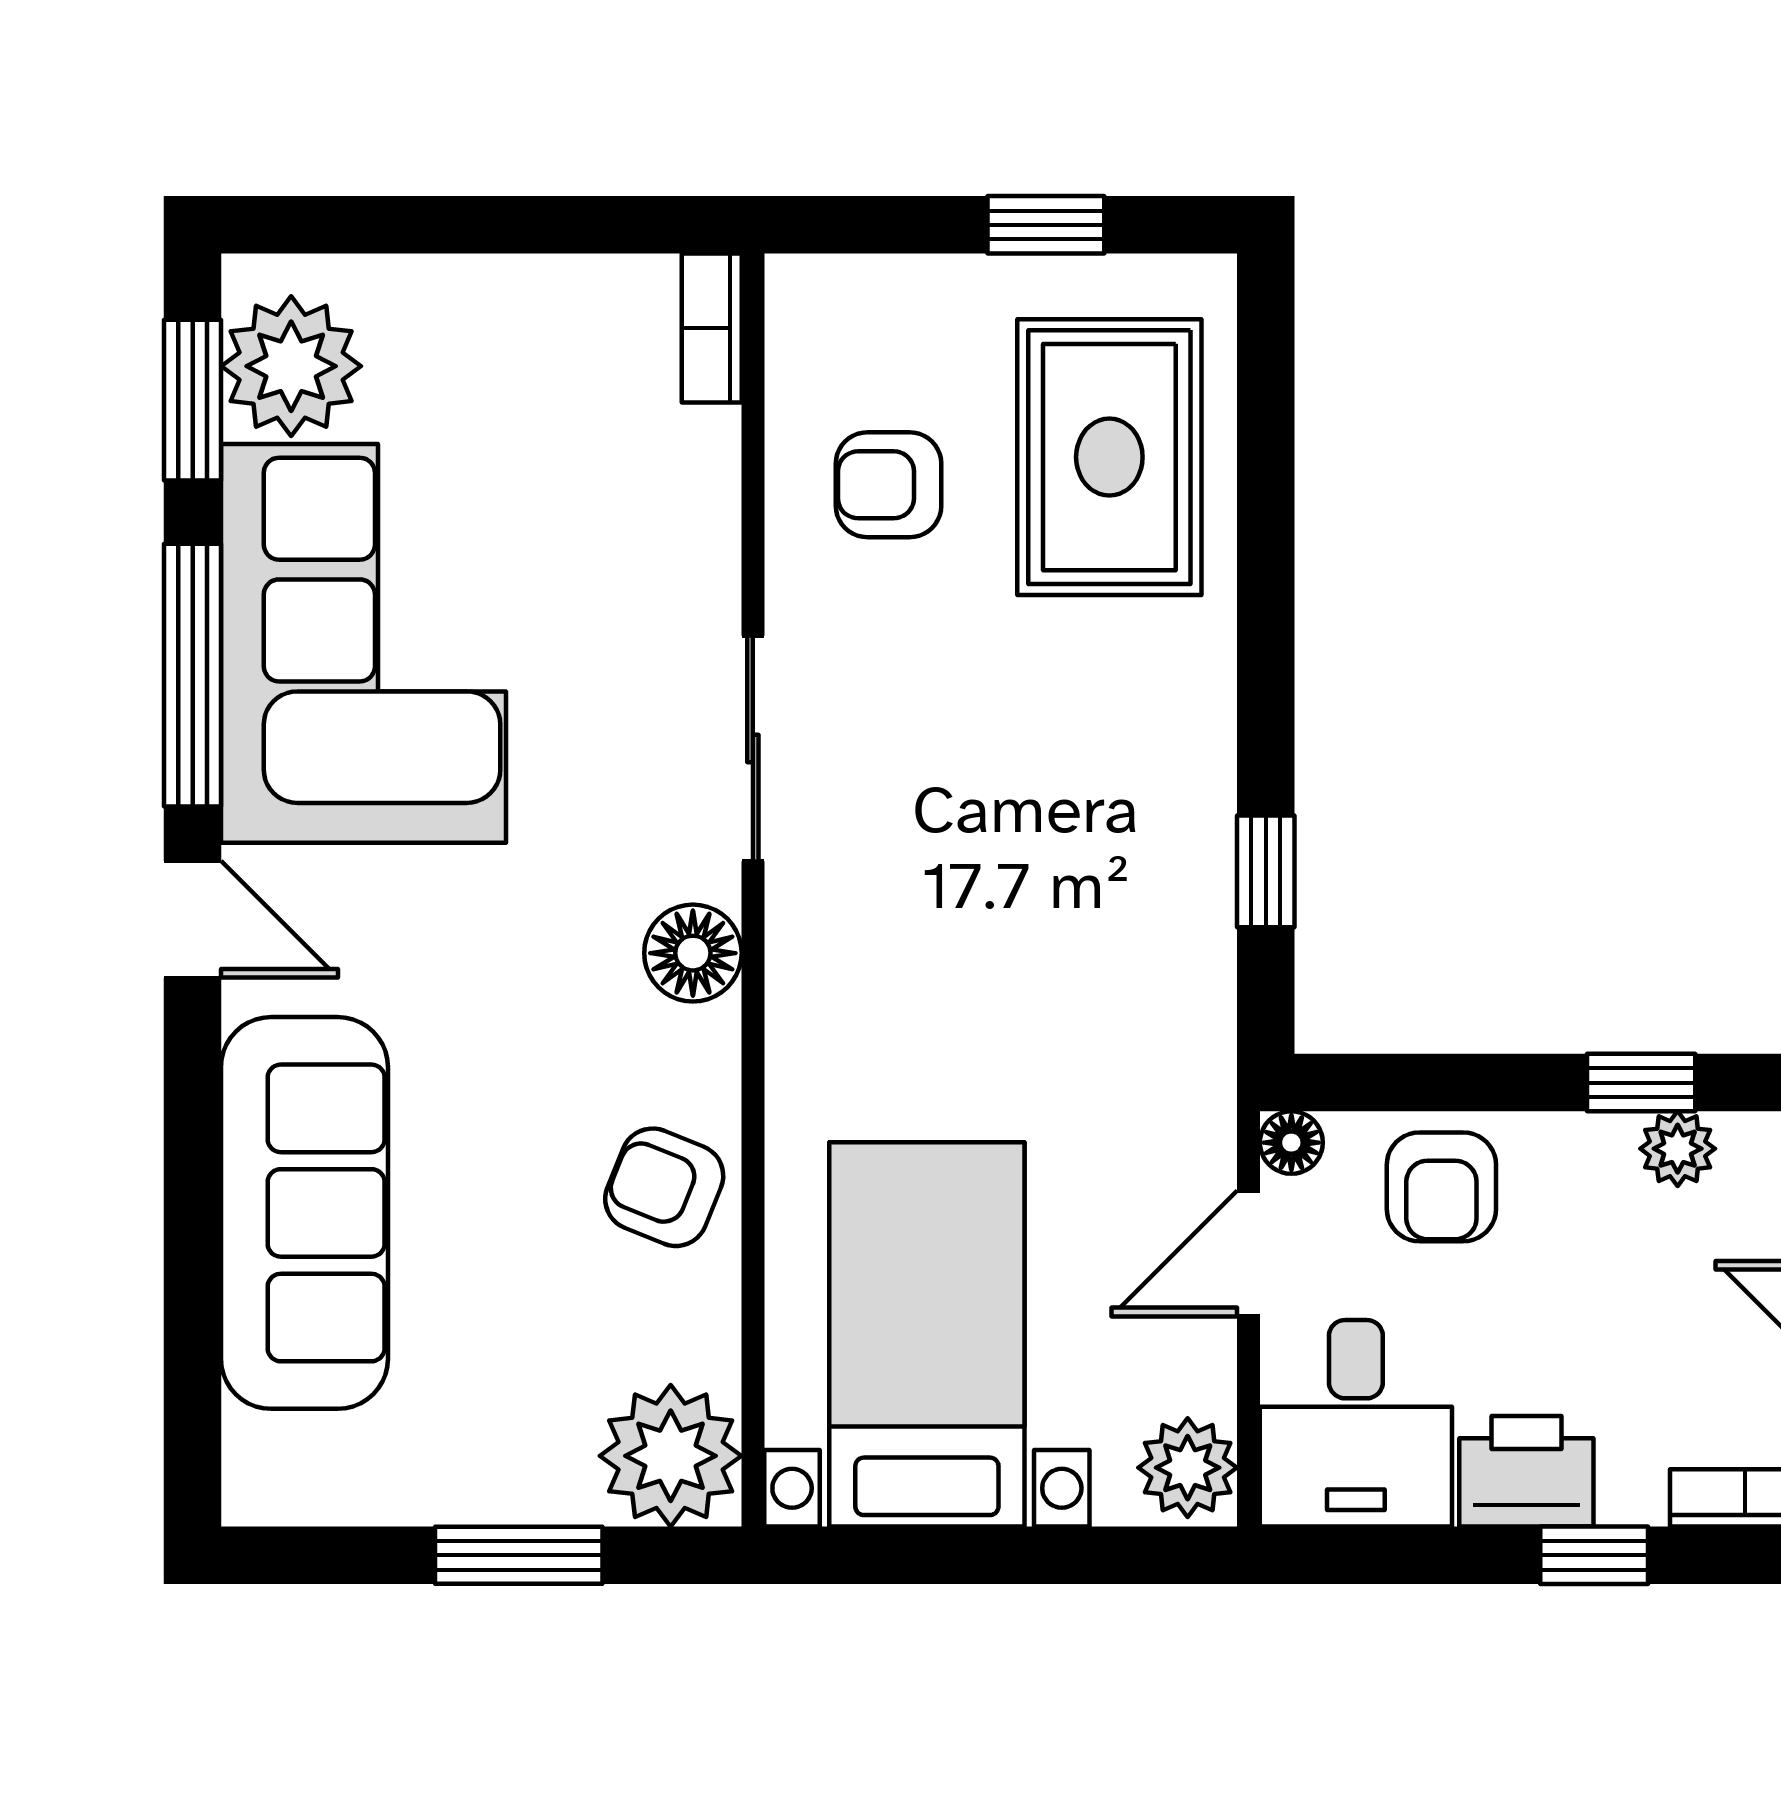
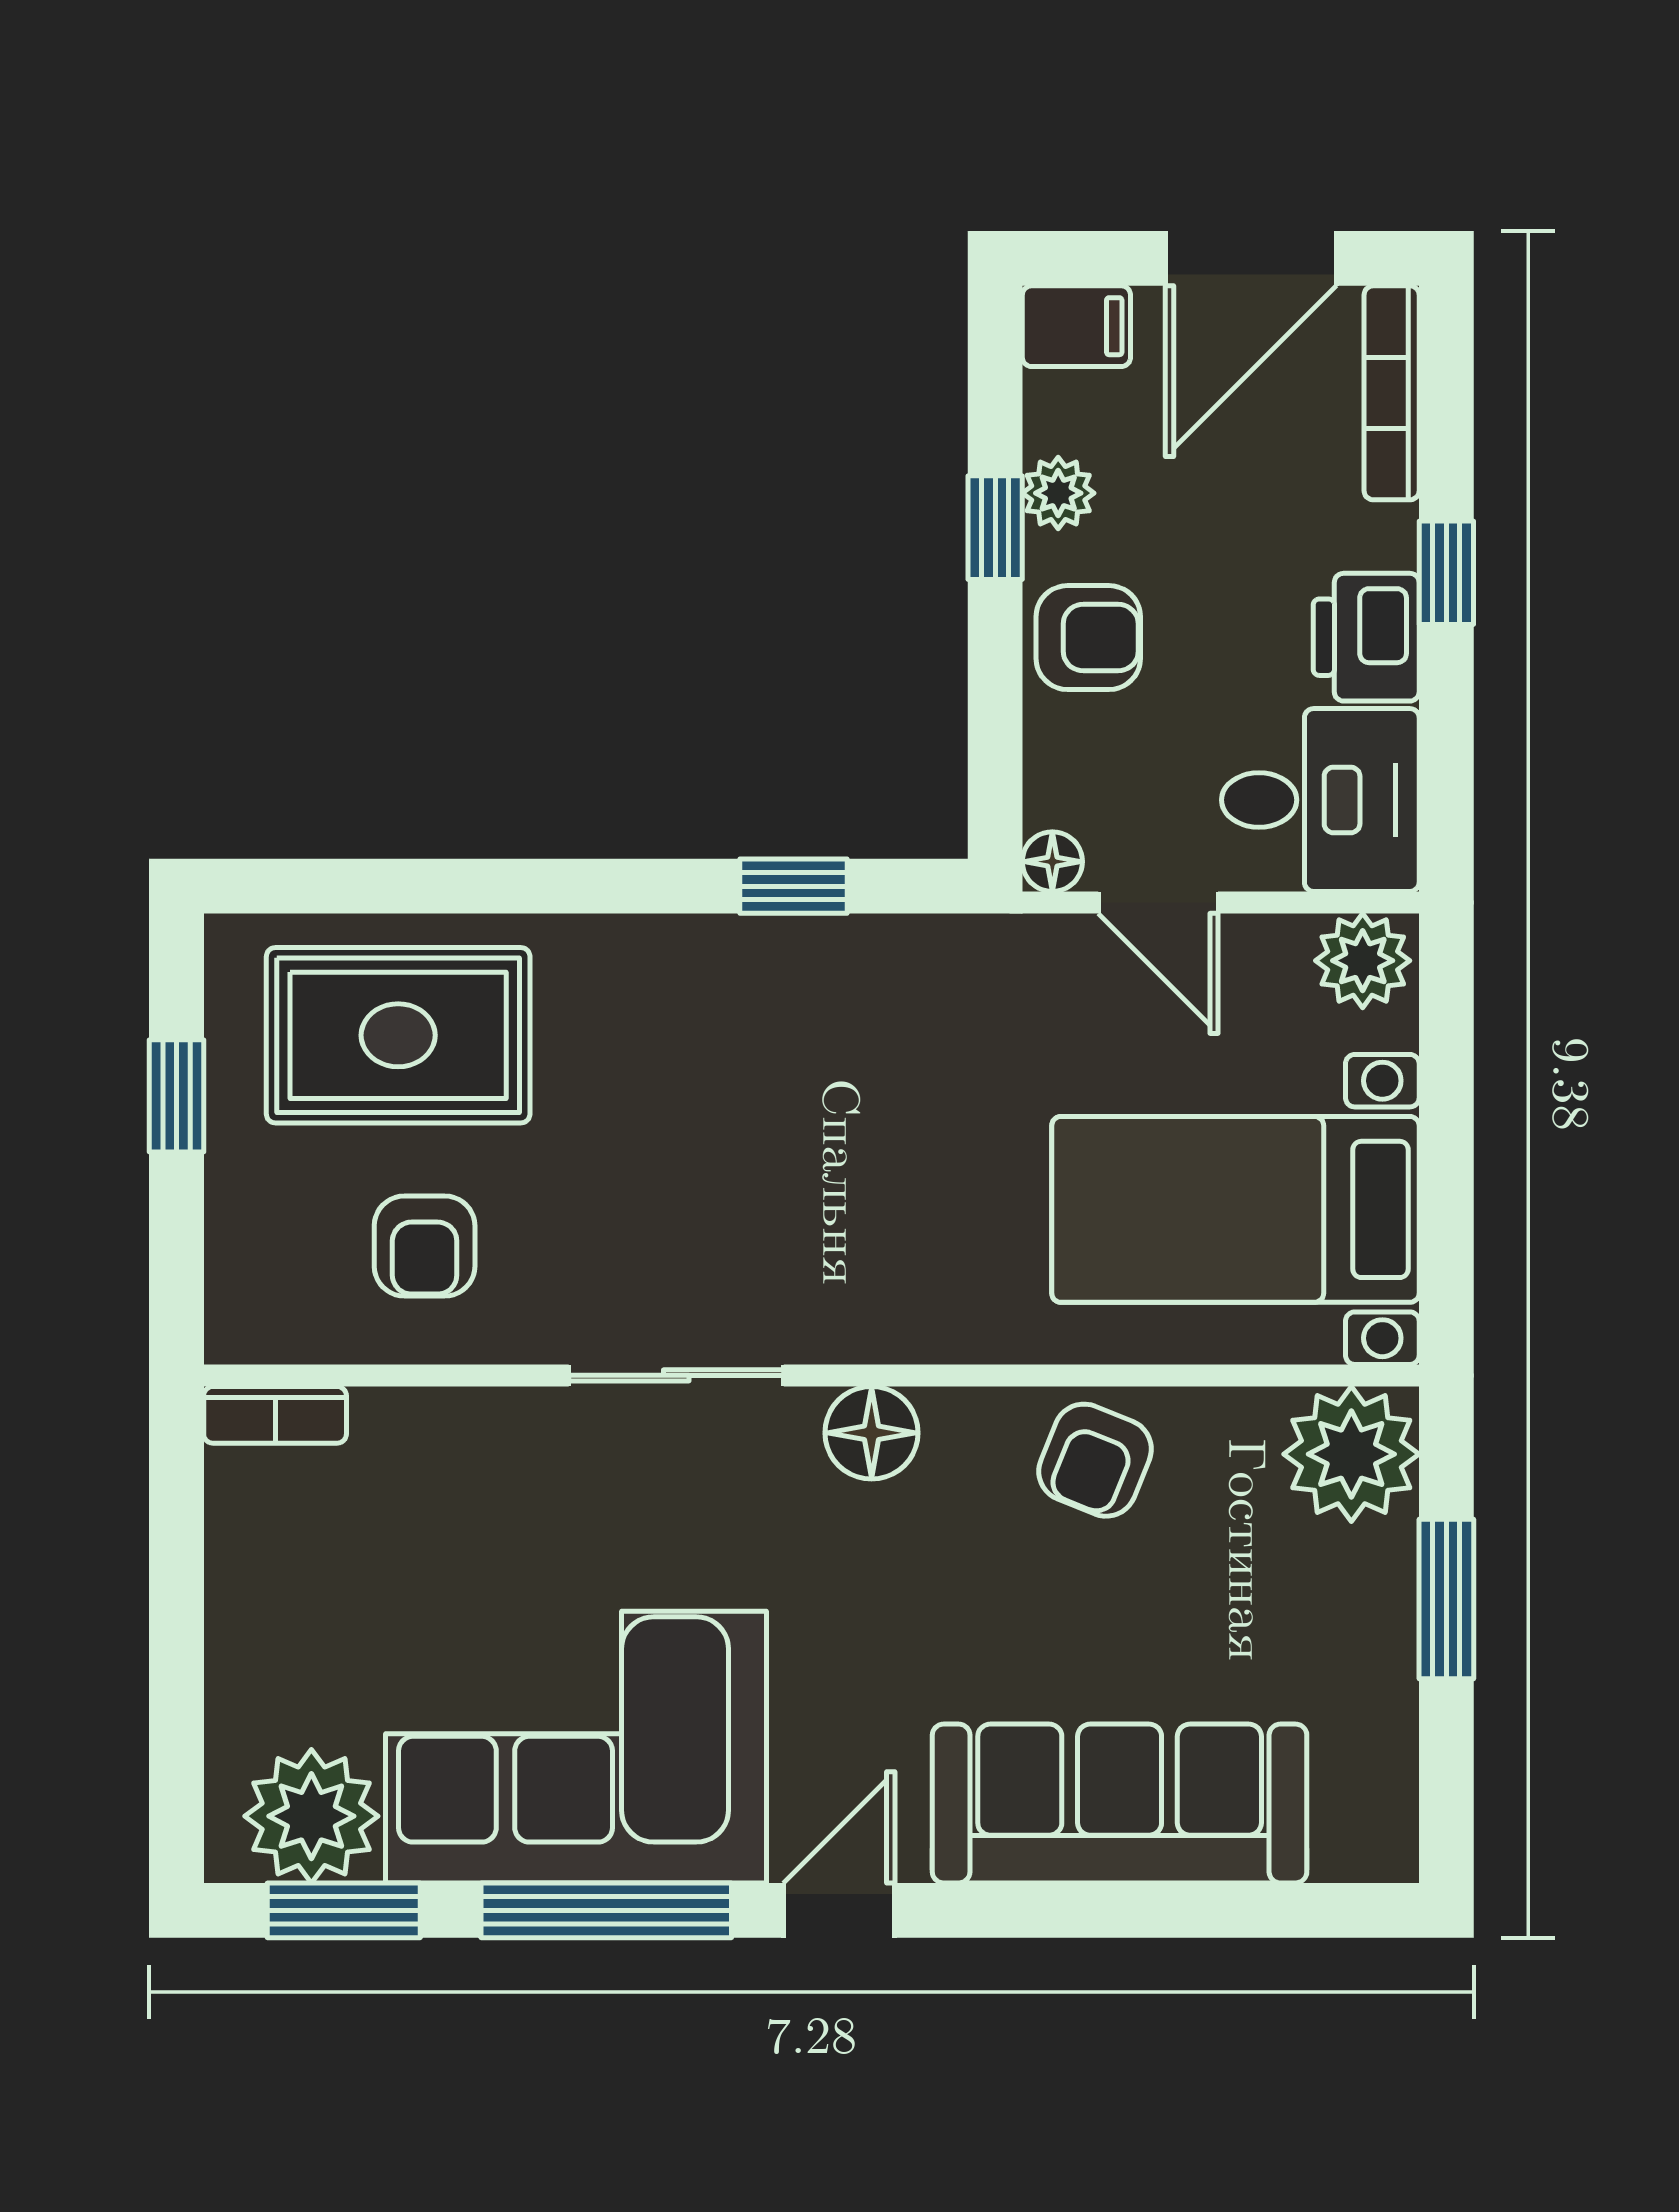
armchair: (1441, 1187) -> (1088, 638), moved

